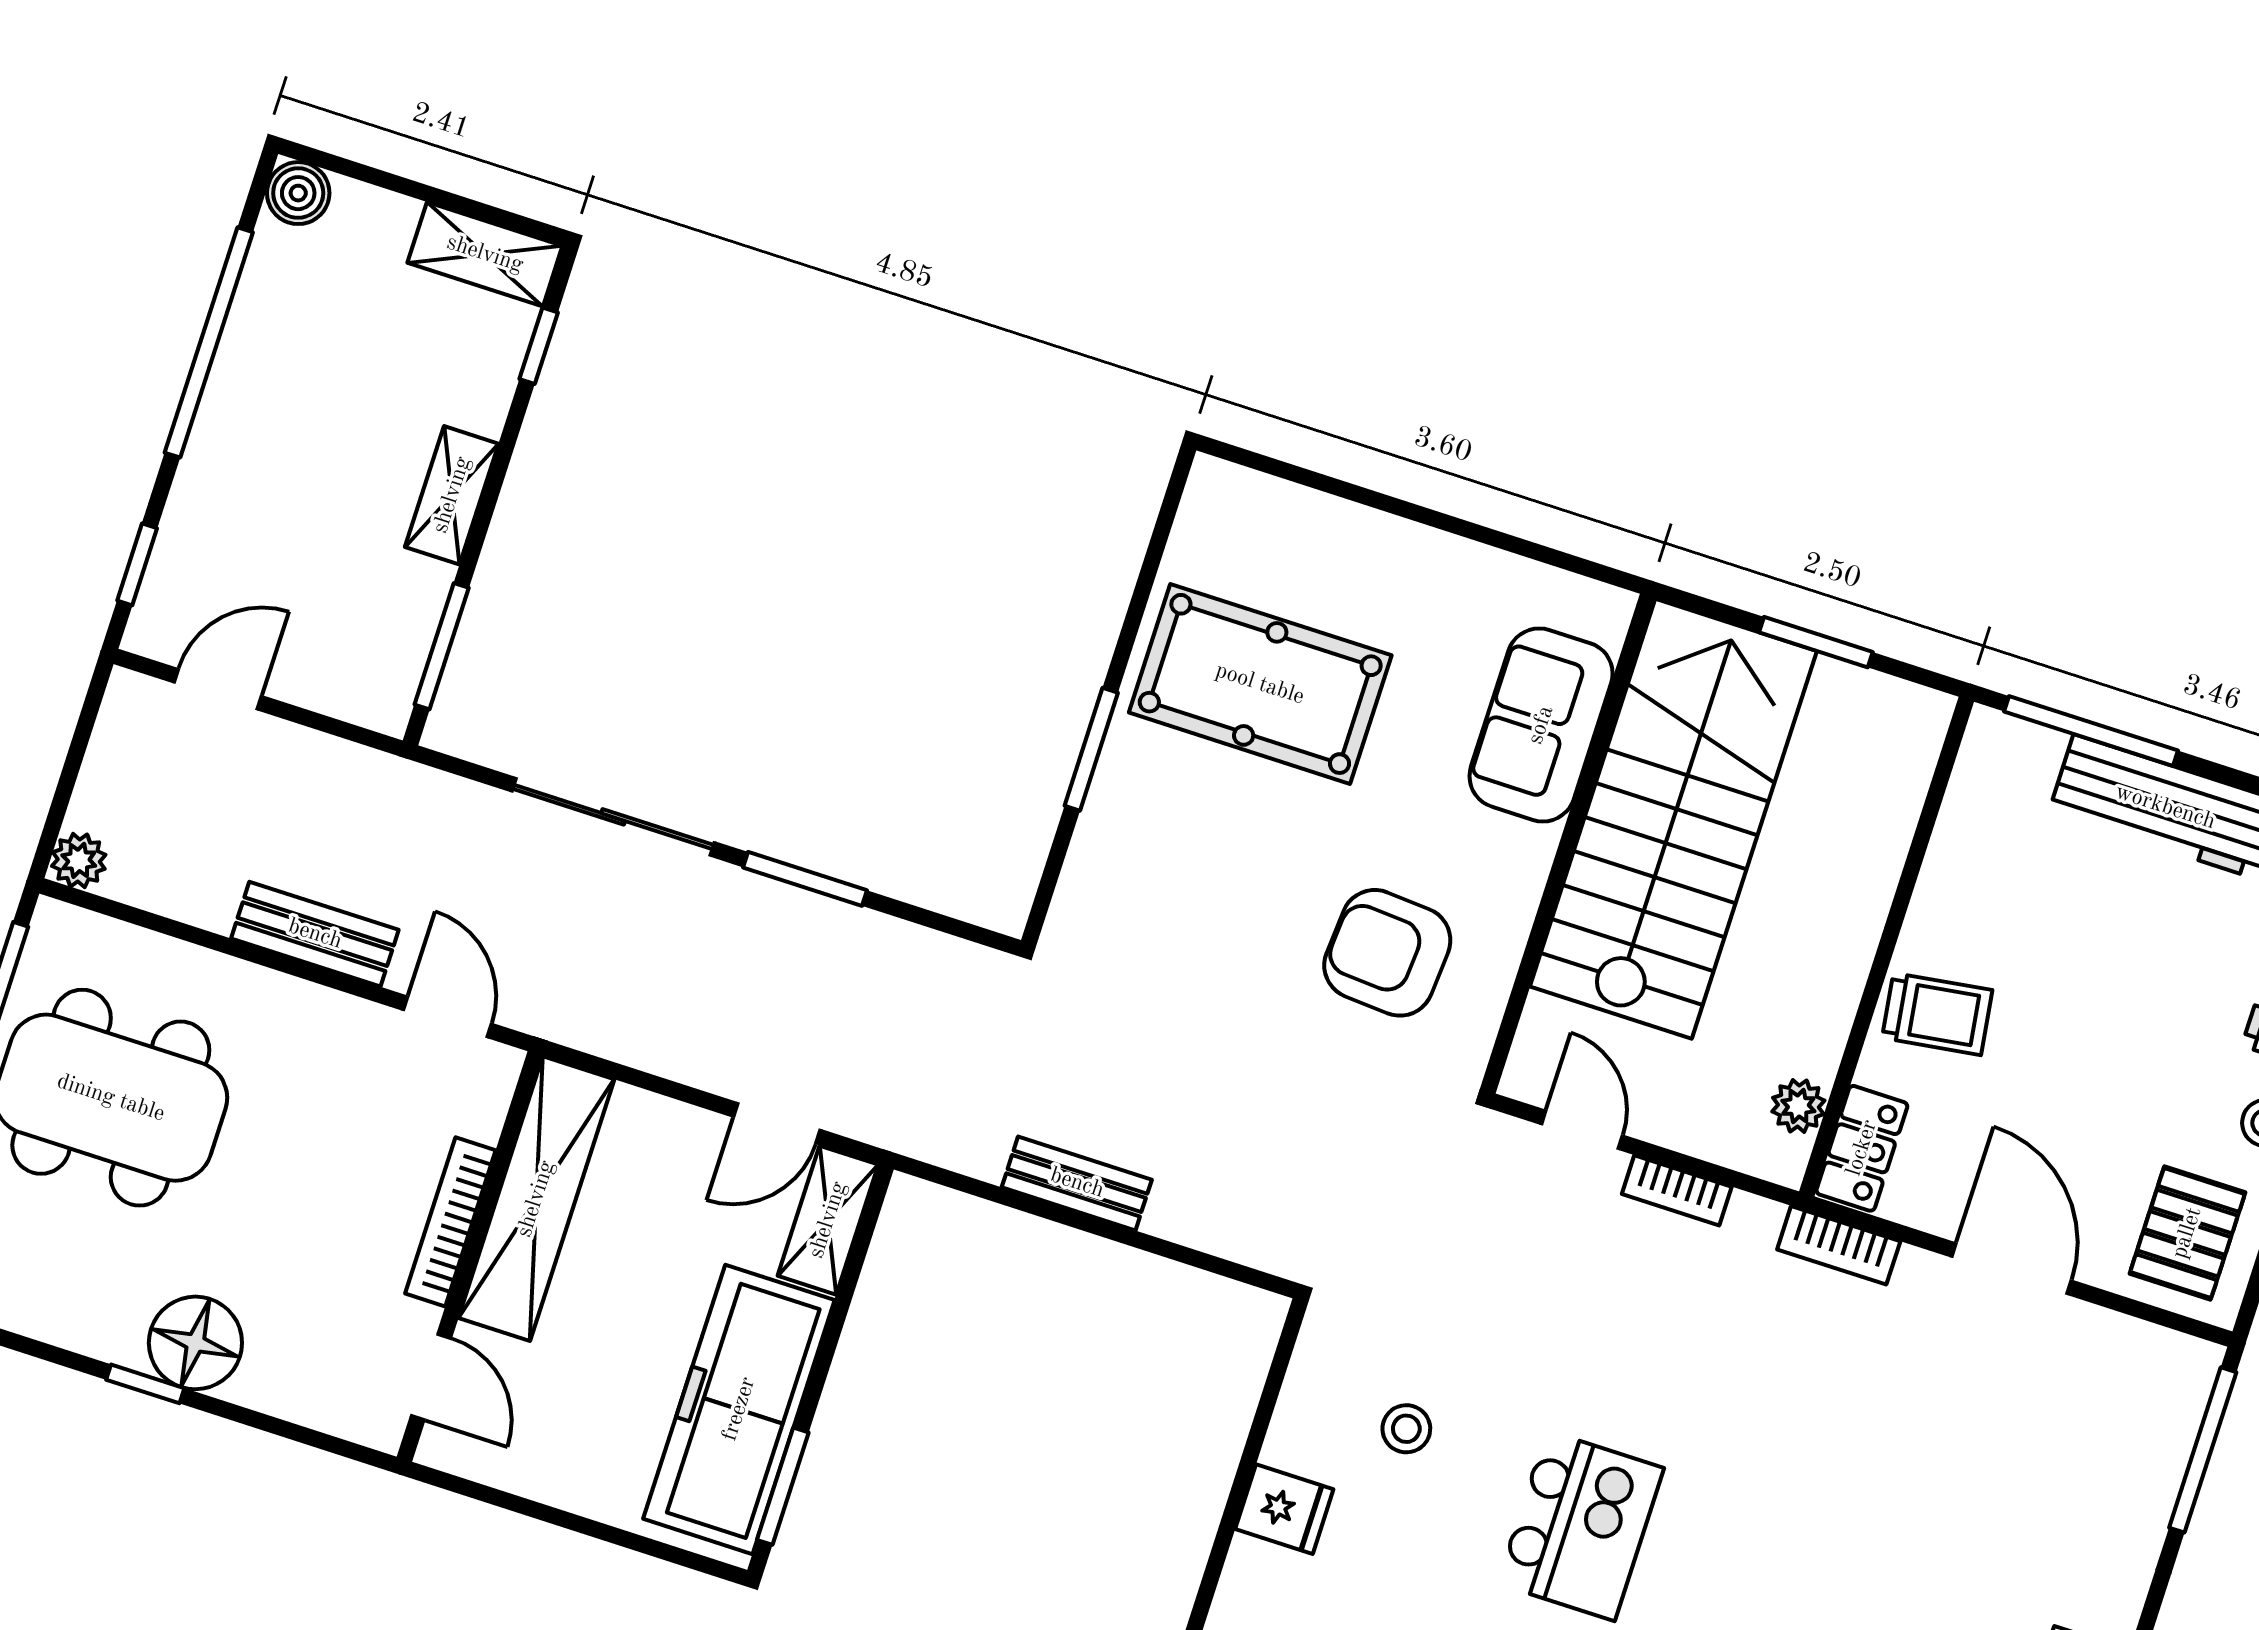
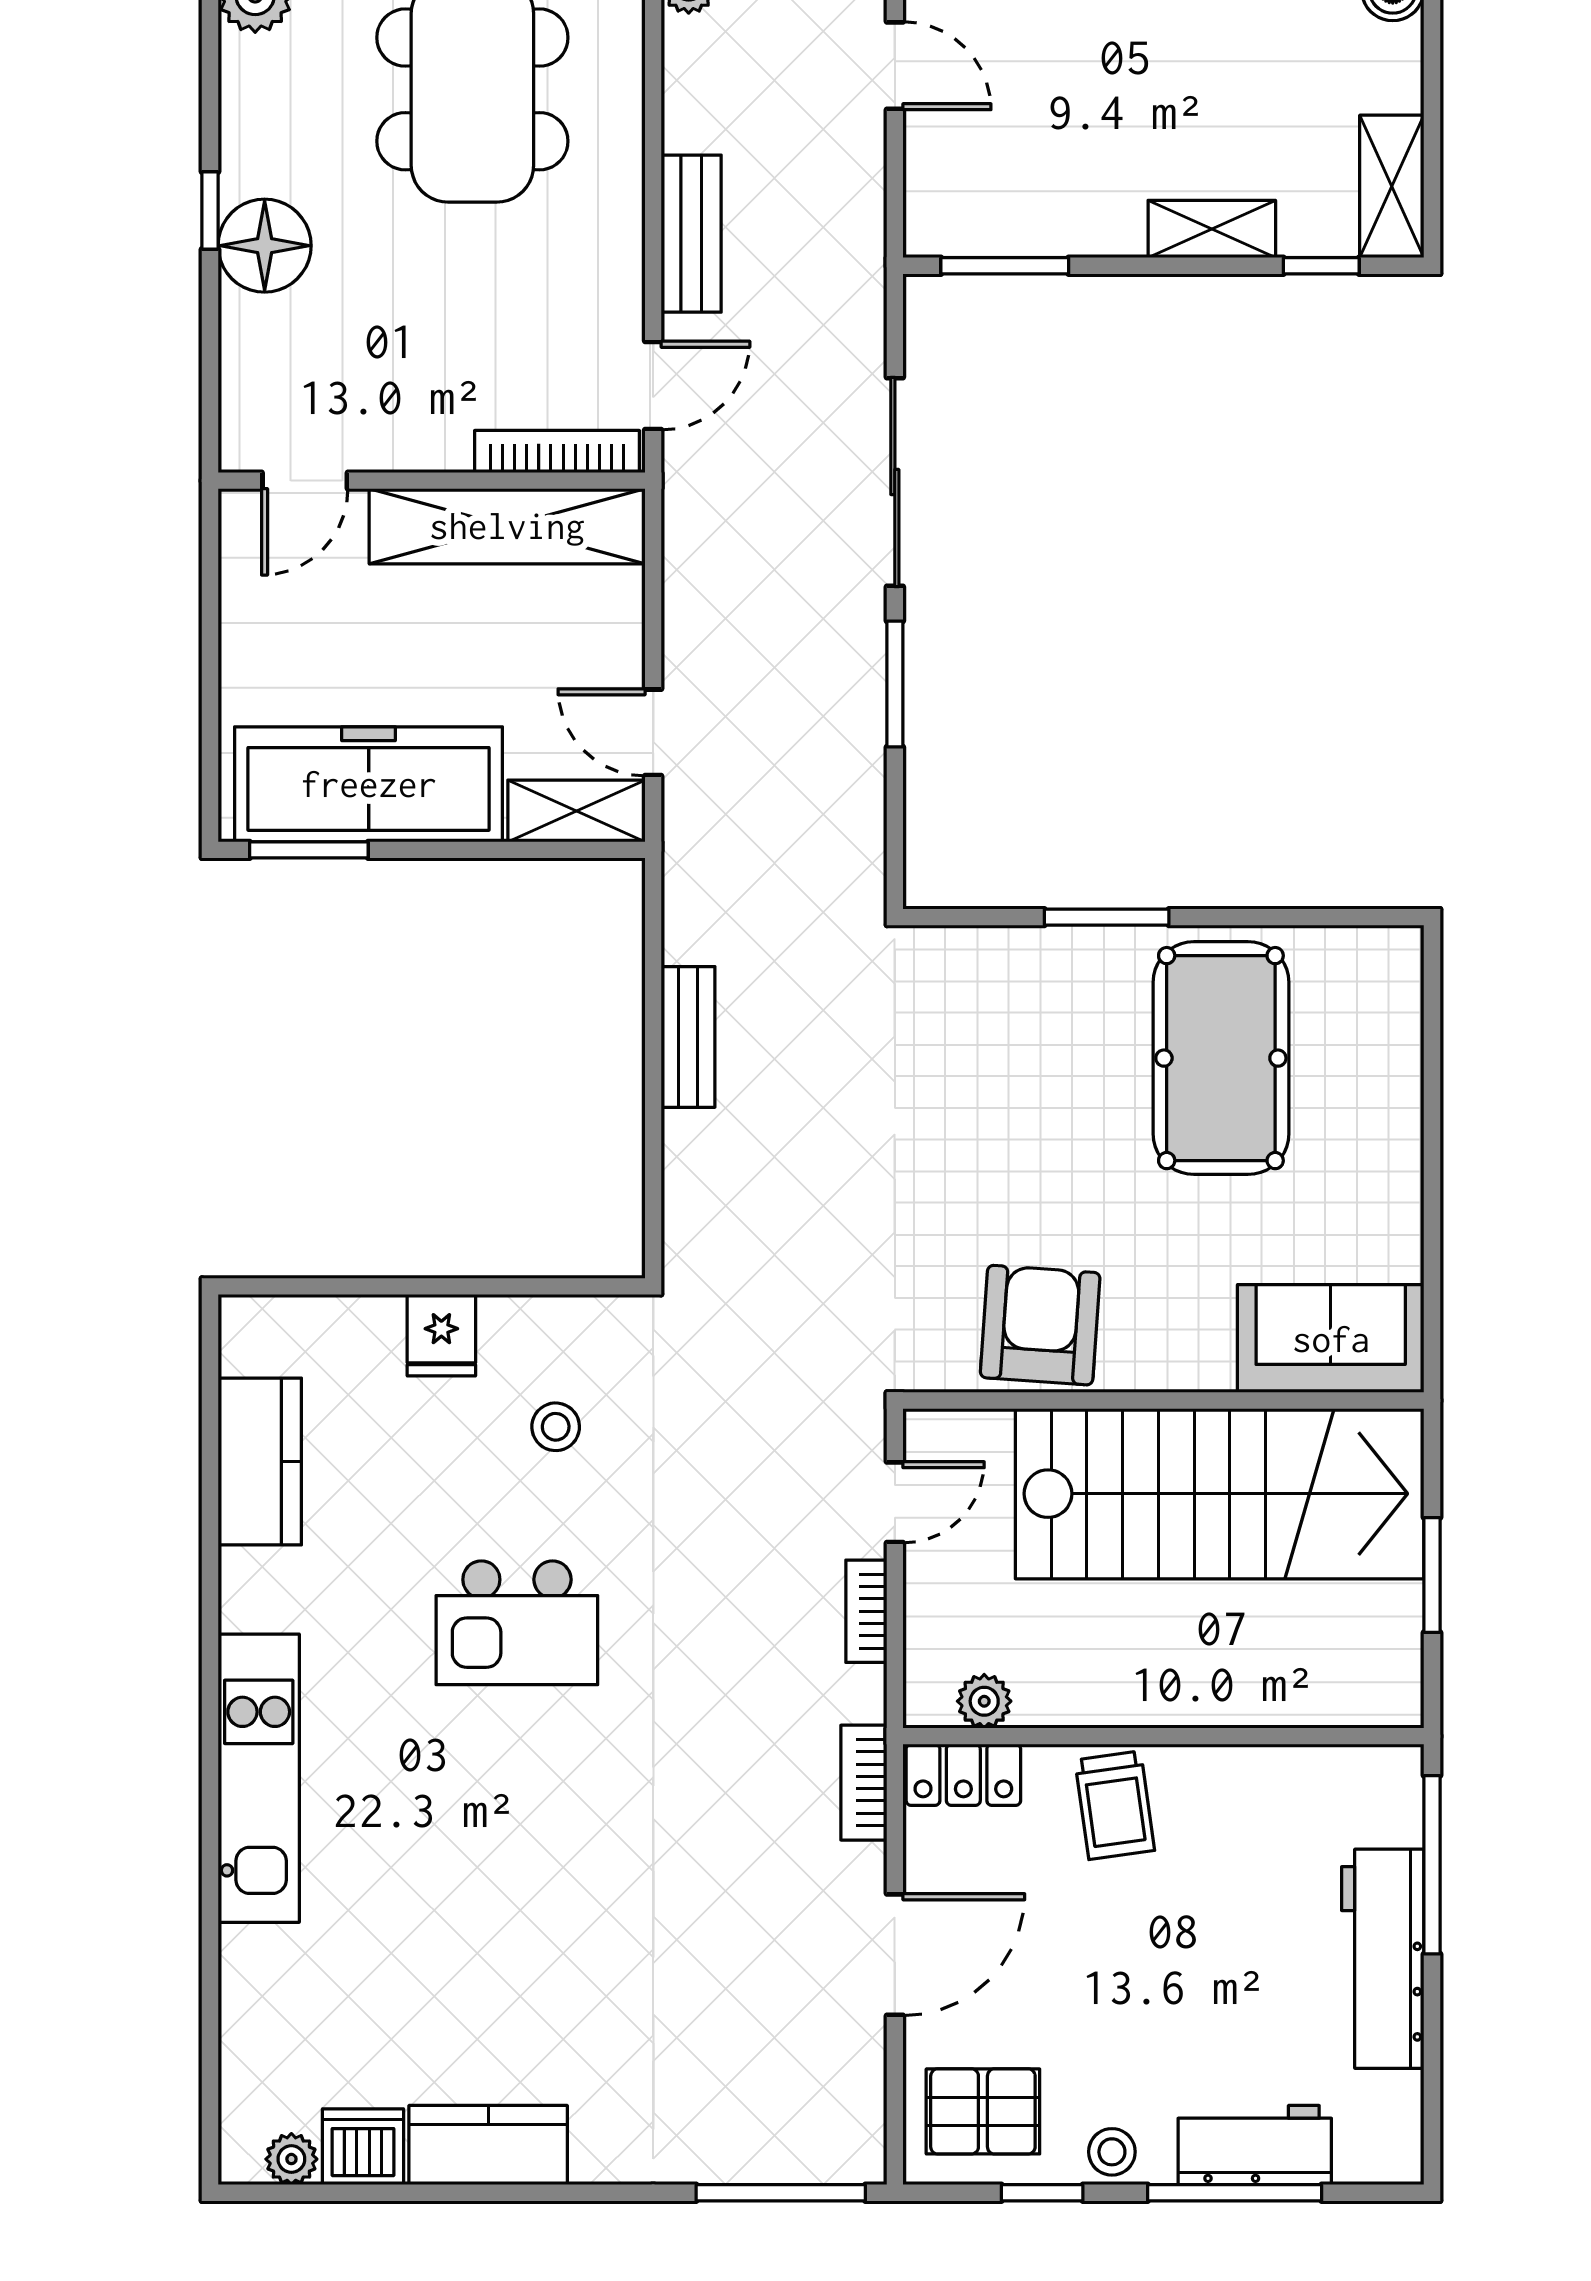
shelving: (452, 495) -> (1212, 229), moved
sofa: (1541, 725) -> (1331, 1339), moved
armchair: (1387, 953) -> (1040, 1325), moved
bookcase: (450, 1222) -> (557, 451), moved

